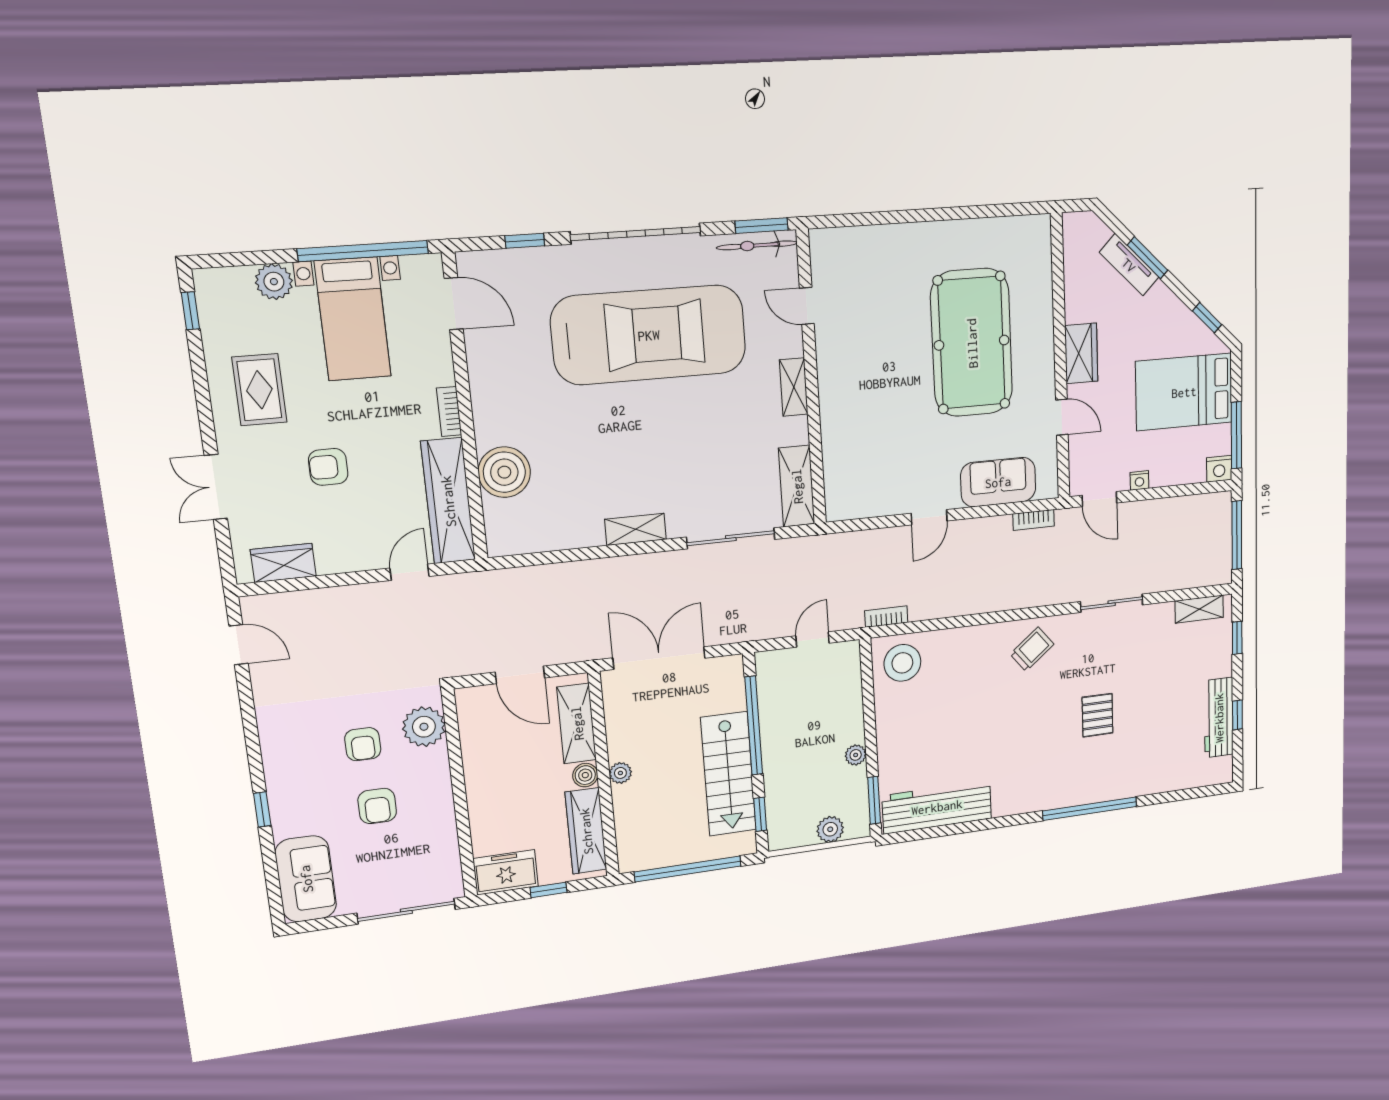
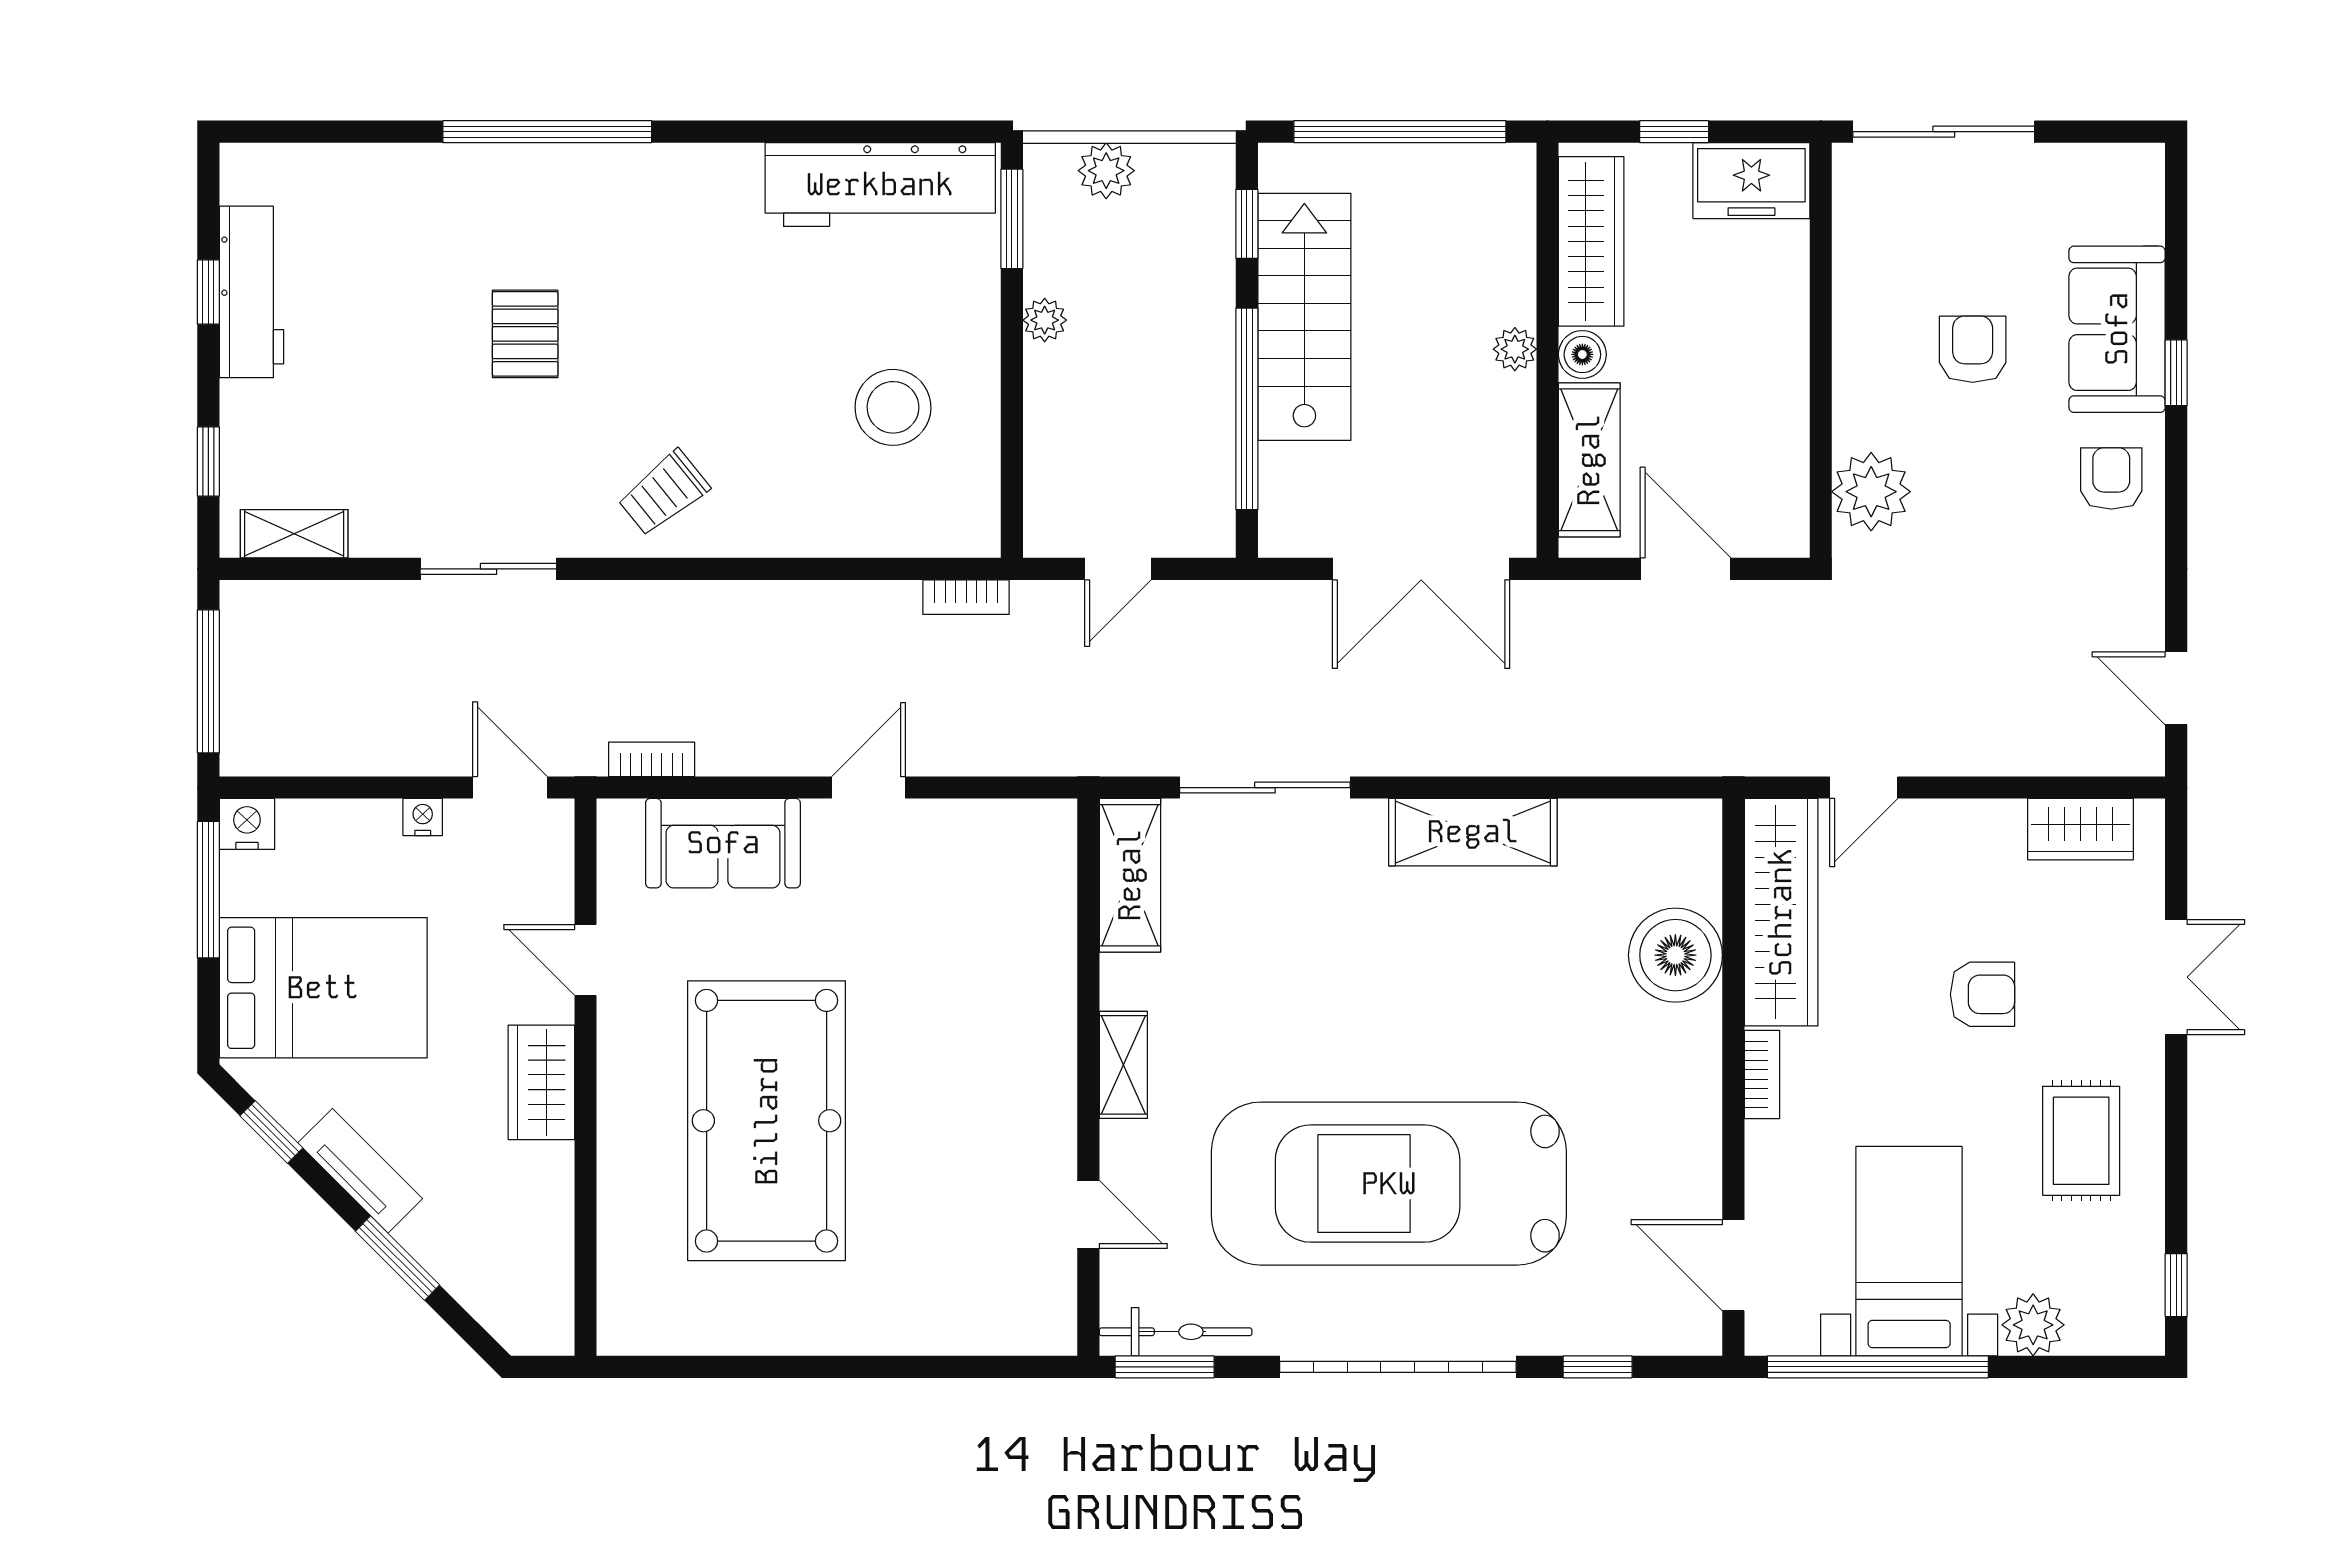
tv unit: (1129, 265) -> (360, 1171), moved
shelving: (636, 529) -> (1473, 832), width x1.50, depth x1.33
stool: (902, 663) -> (893, 407), moved
armchair: (363, 744) -> (2111, 478), moved
sofa: (306, 879) -> (2117, 329), moved

